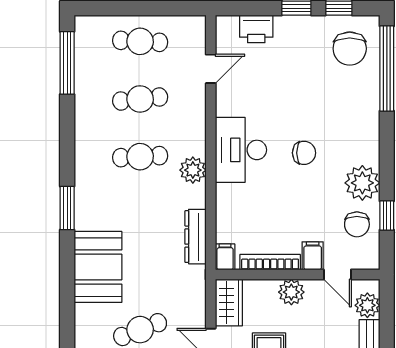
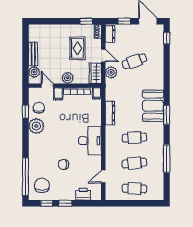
window: (67, 63) -> (167, 159), moved
chair: (304, 153) -> (63, 164), moved
plant: (193, 170) -> (111, 72), moved
dresser: (195, 237) -> (110, 113), moved
booth: (98, 267) -> (153, 106), moved

